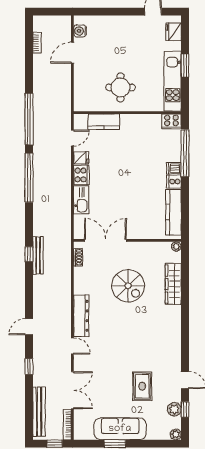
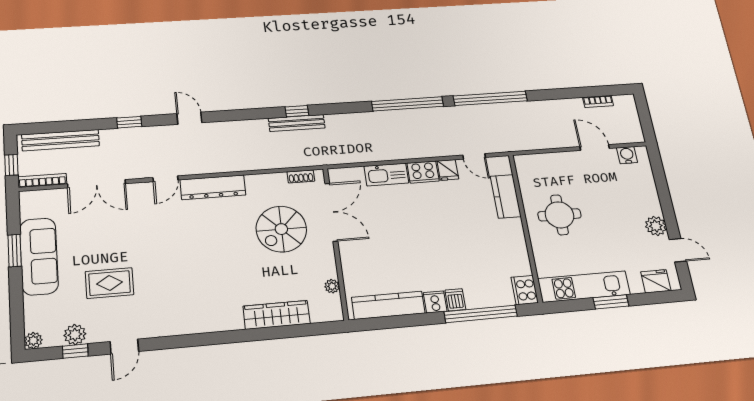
plant: (134, 23) -> (656, 226), added
plant: (176, 247) -> (332, 286), moved
spiral stairs: (128, 286) -> (281, 229), moved

